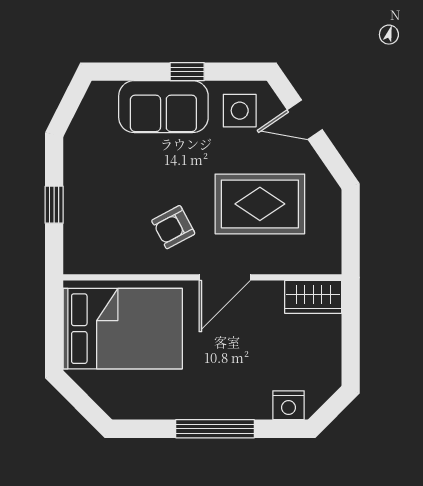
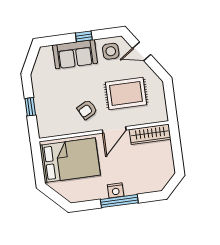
wardrobe: (313, 297) -> (150, 134), width x1.50
nightstand: (288, 405) -> (116, 190), moved

